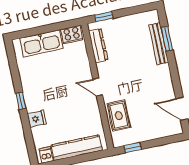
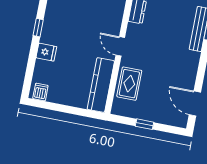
kitchen counter: (77, 148) -> (101, 85), moved, turned -90
window: (133, 148) -> (144, 124), moved

